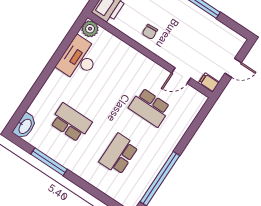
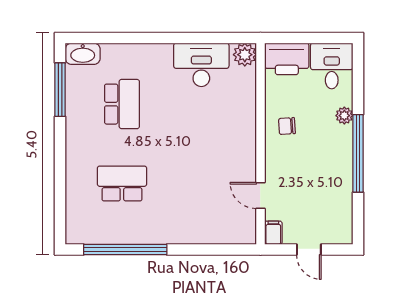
school desk: (150, 107) -> (200, 183), removed
window: (49, 162) -> (60, 90), moved

